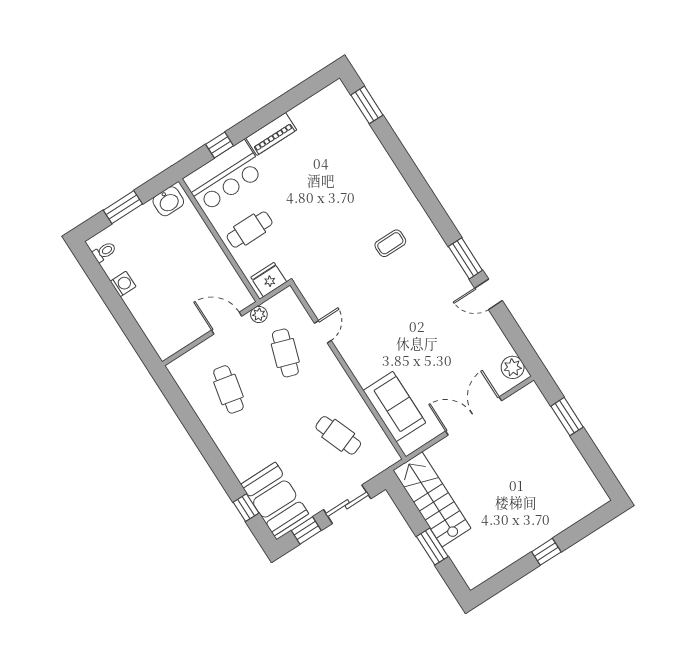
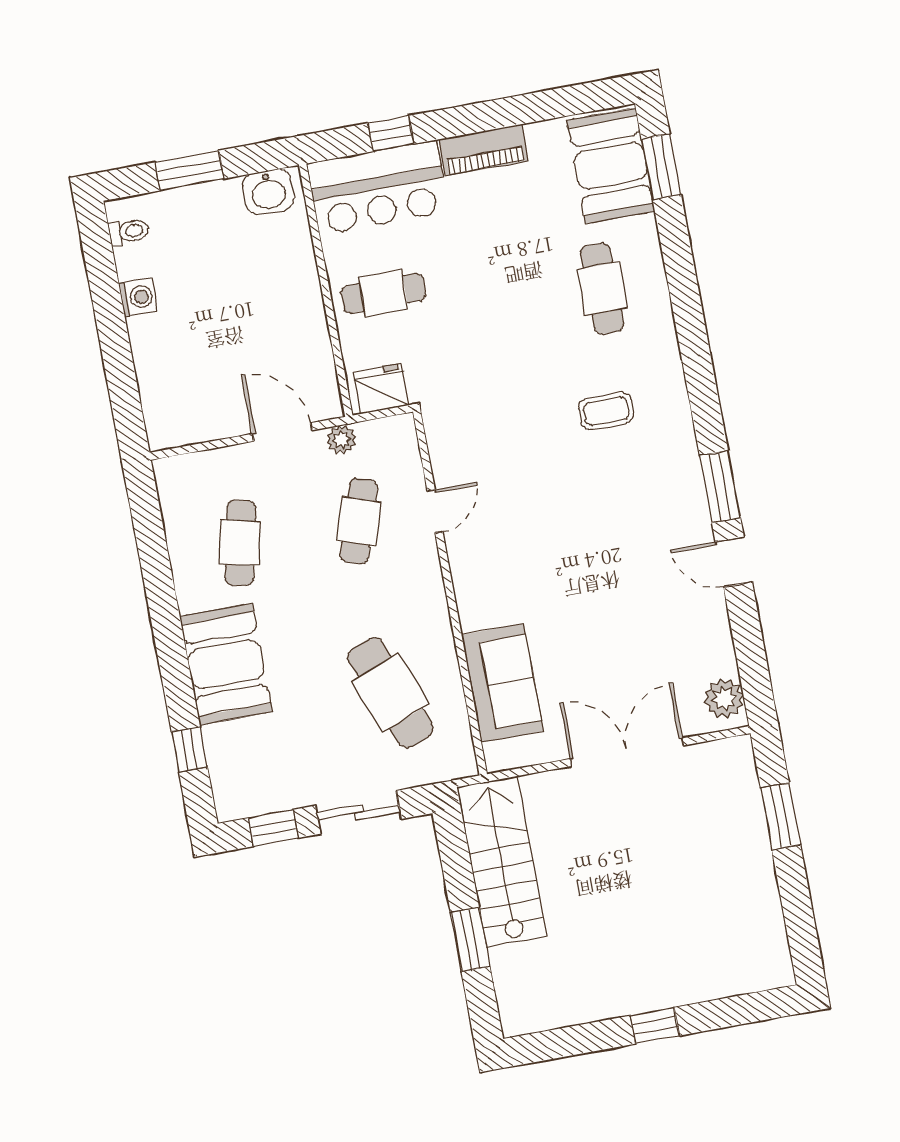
booth: (340, 115) -> (611, 166), added
cafe table: (362, 181) -> (602, 289), added
cafe table: (338, 435) -> (390, 693), width x1.37, depth x1.35
booth: (275, 499) -> (226, 664), moved

